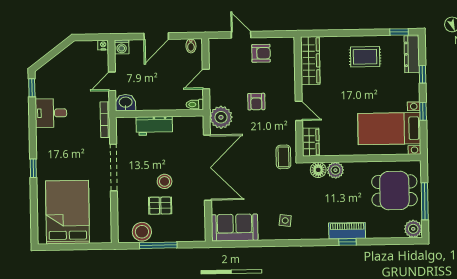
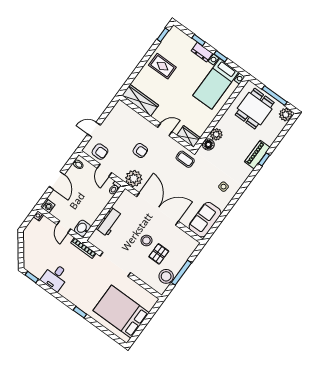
armchair: (261, 53) -> (100, 152), moved, turned 90
dresser: (412, 54) -> (202, 52), moved, width x0.70
rug: (365, 57) -> (162, 66), turned 90

